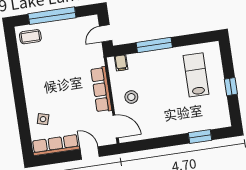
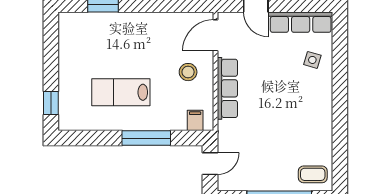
lab bench: (196, 75) -> (121, 92), moved, turned 90
window: (231, 87) -> (51, 103), moved
door: (116, 126) -> (216, 35), hinge flipped

